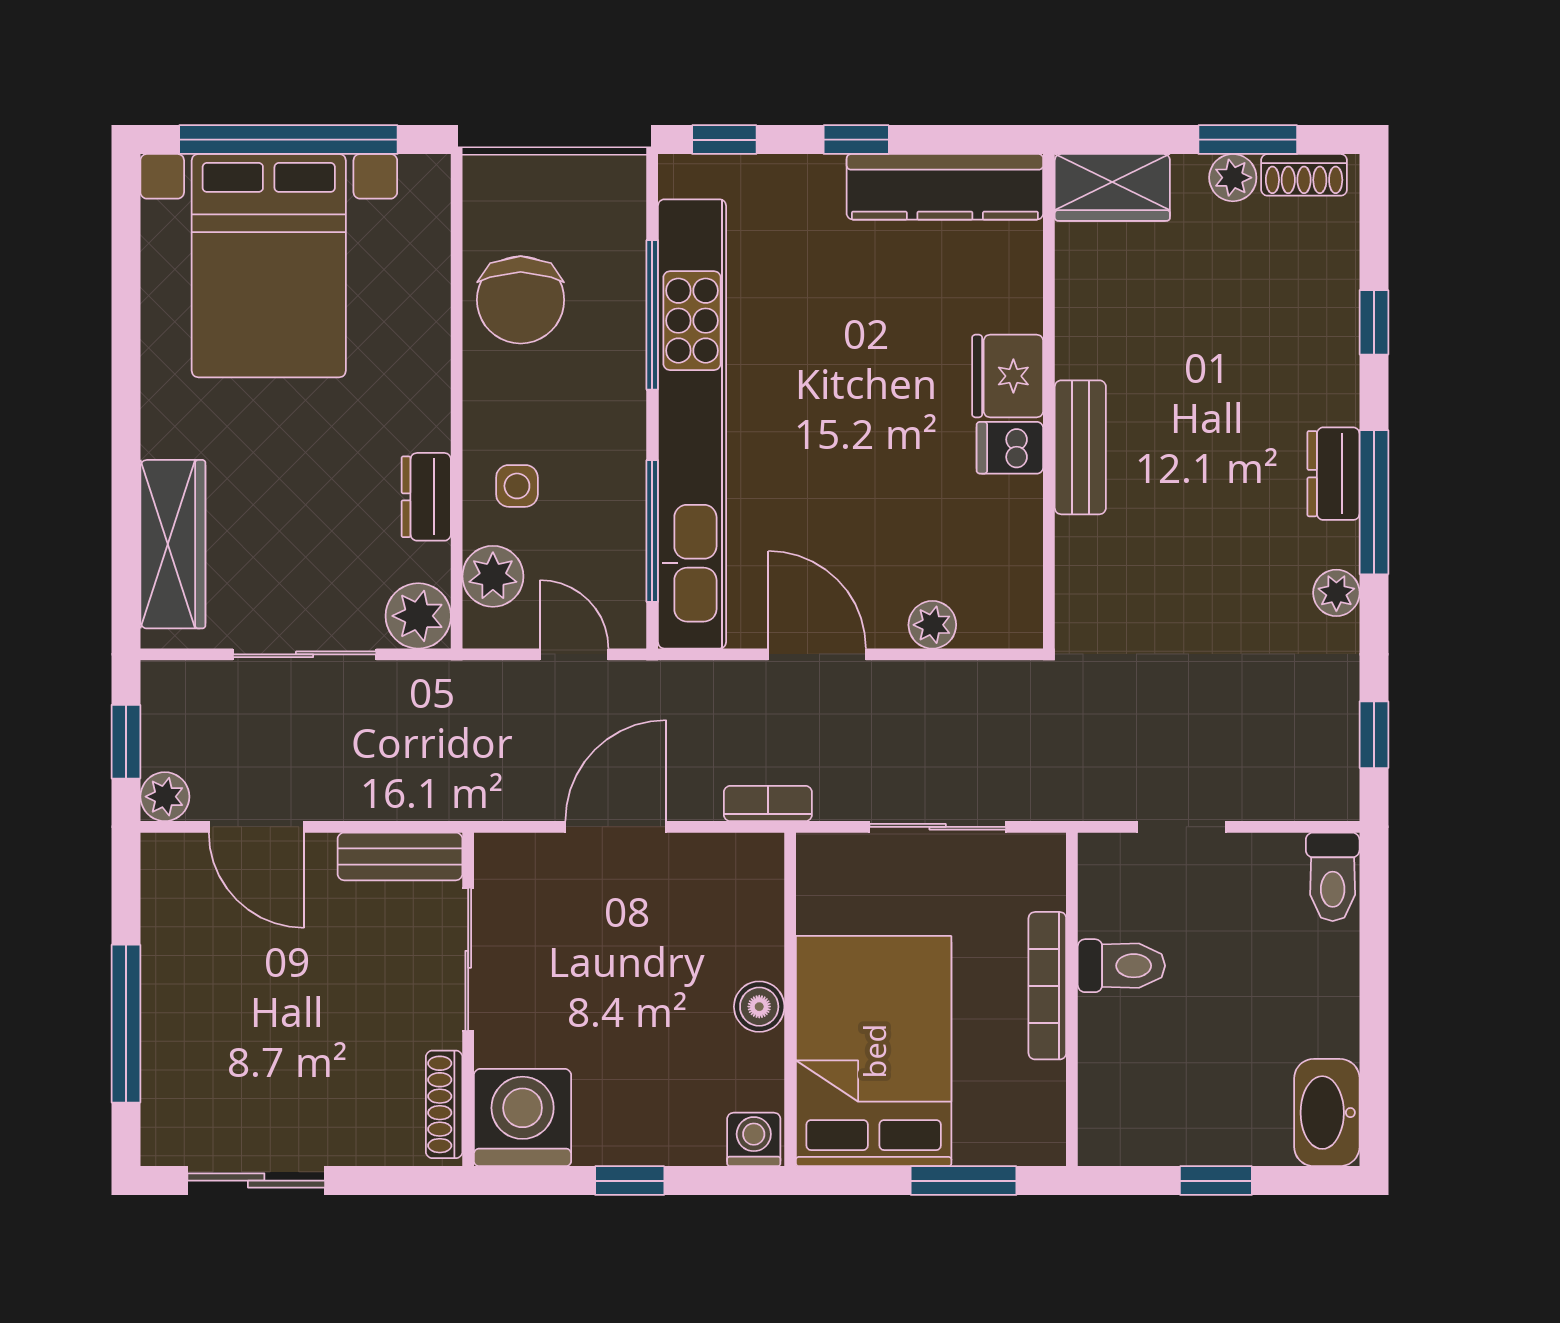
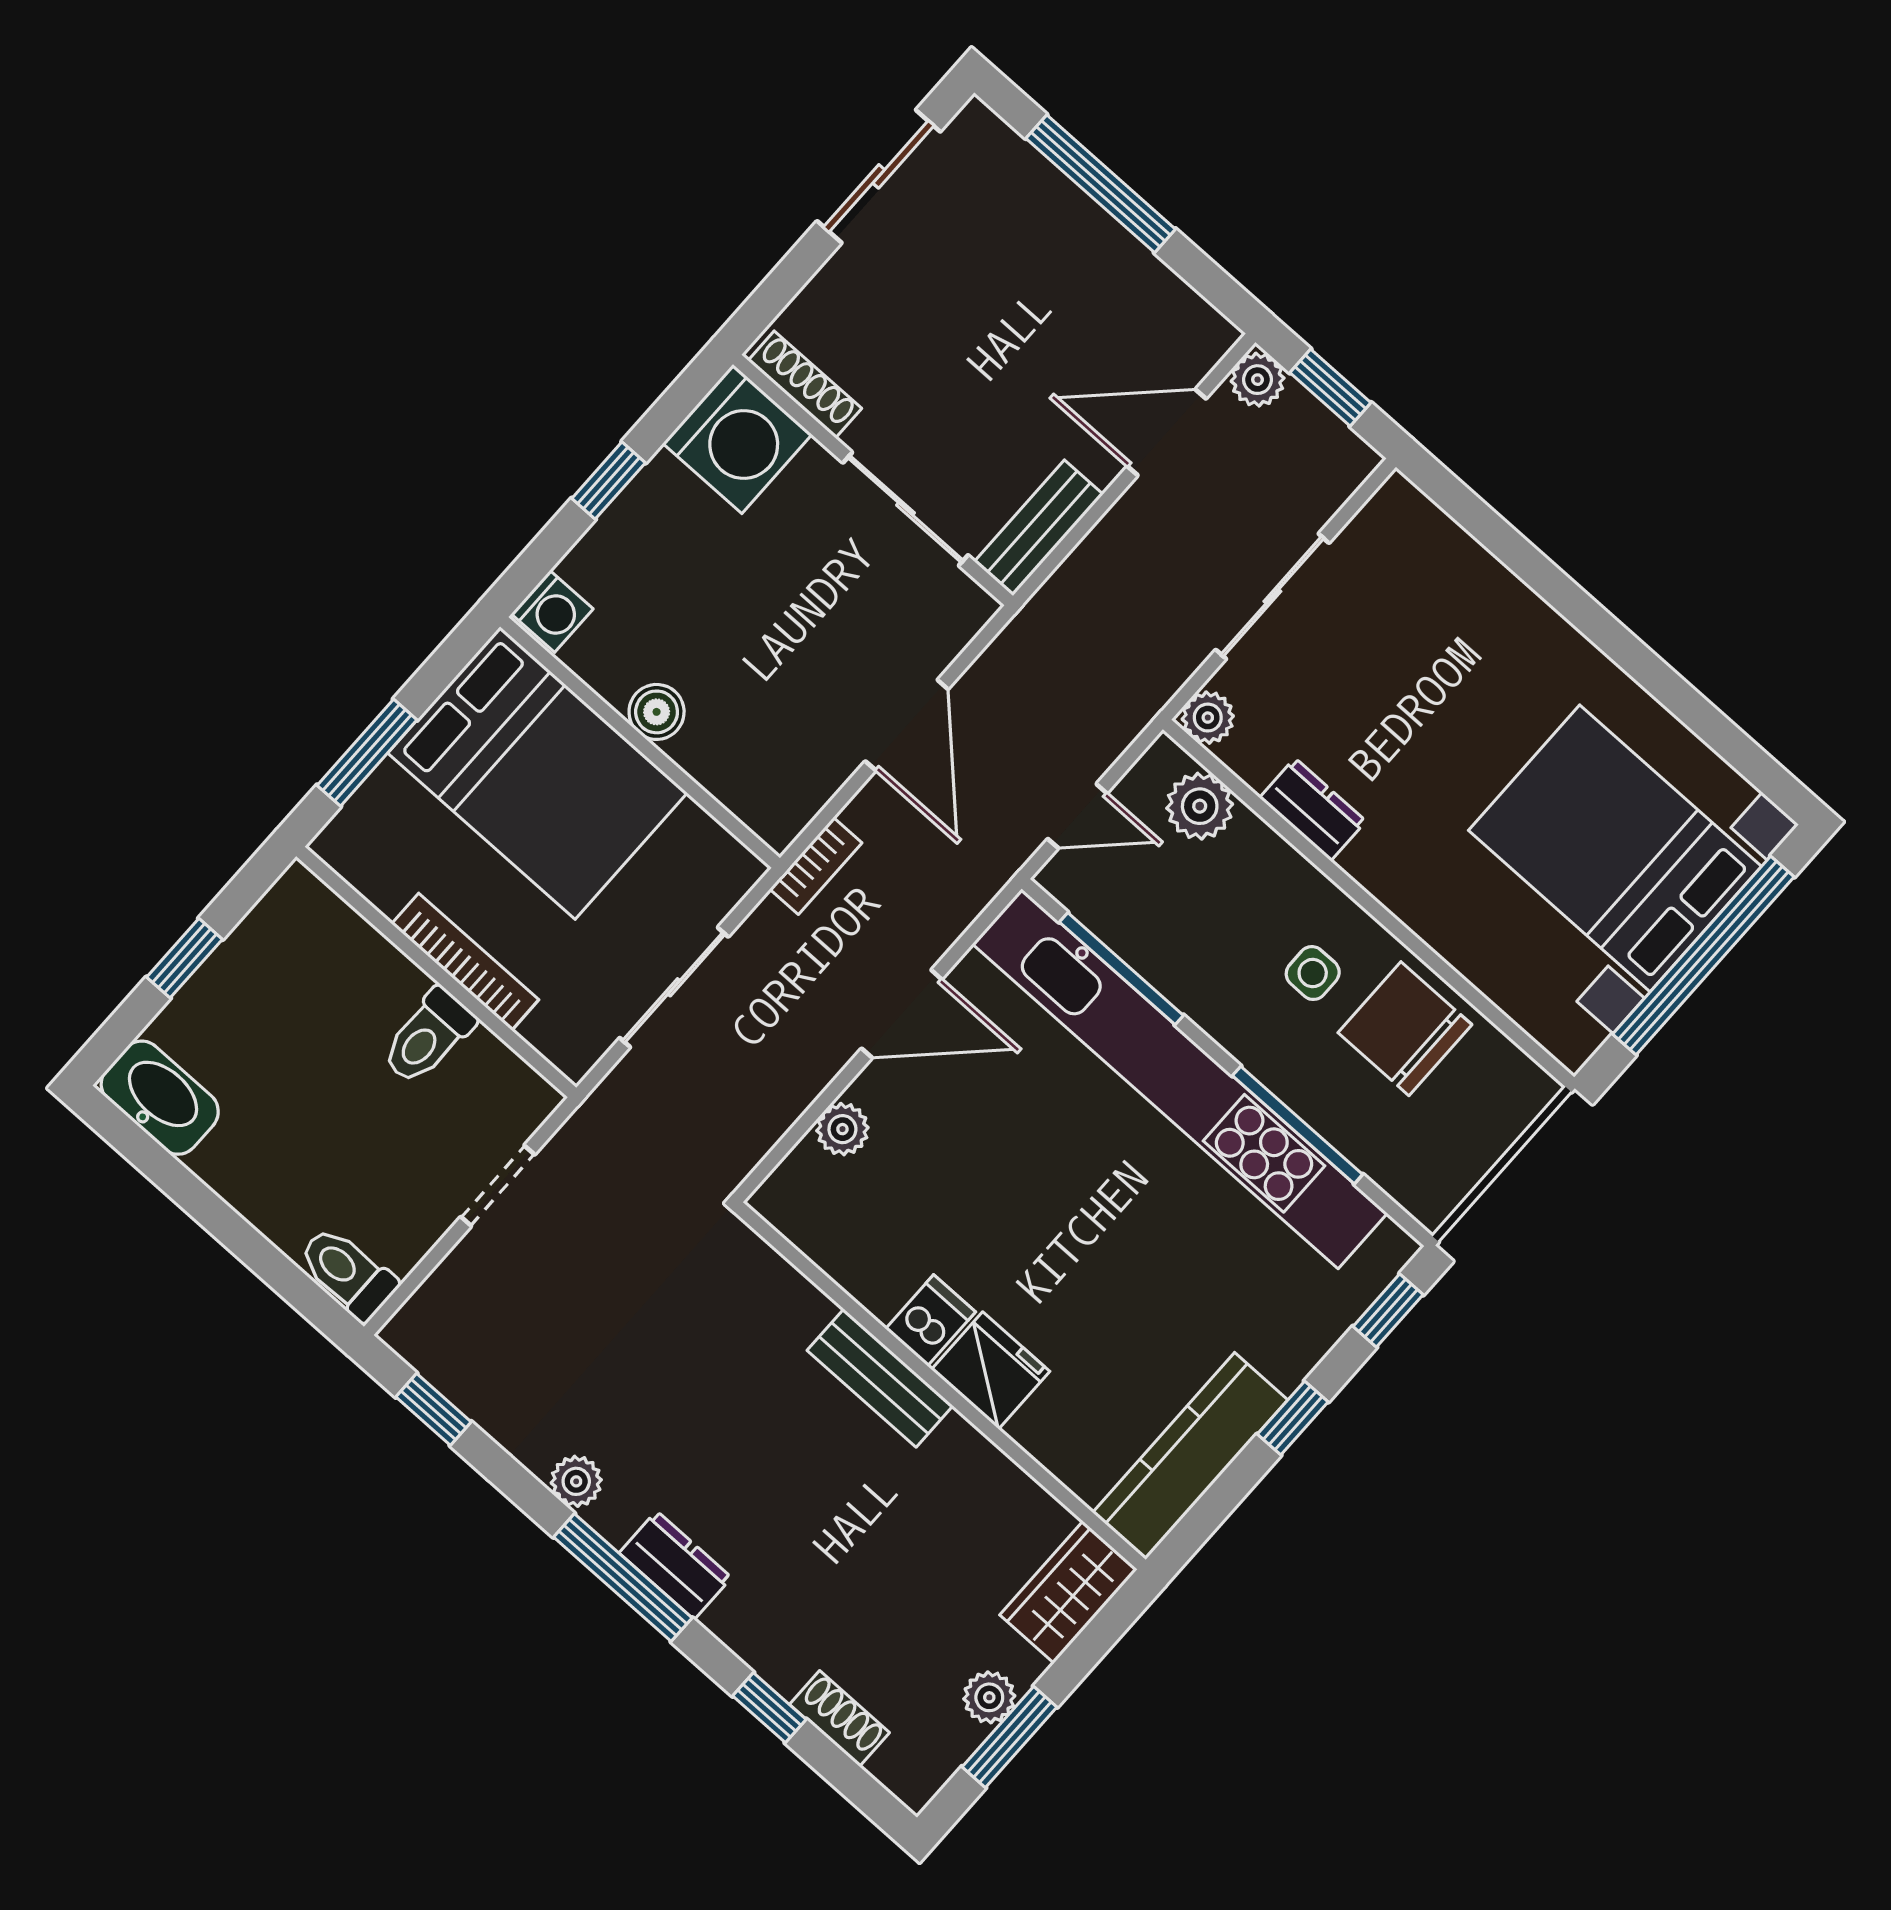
shoe rack: (1304, 175) -> (840, 1719), moved, turned 90
side table: (517, 486) -> (1313, 973), moved
wardrobe: (173, 544) -> (1457, 569), removed
plant: (418, 616) -> (1208, 718), width x0.73, depth x0.73

